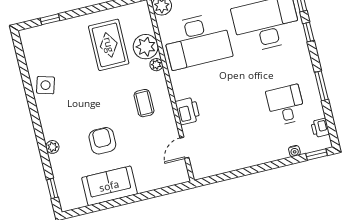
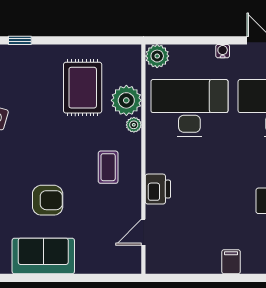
desk: (197, 41) -> (189, 108), turned 180
armchair: (102, 141) -> (48, 200), turned 90
filing cabinet: (259, 155) -> (231, 262), added

